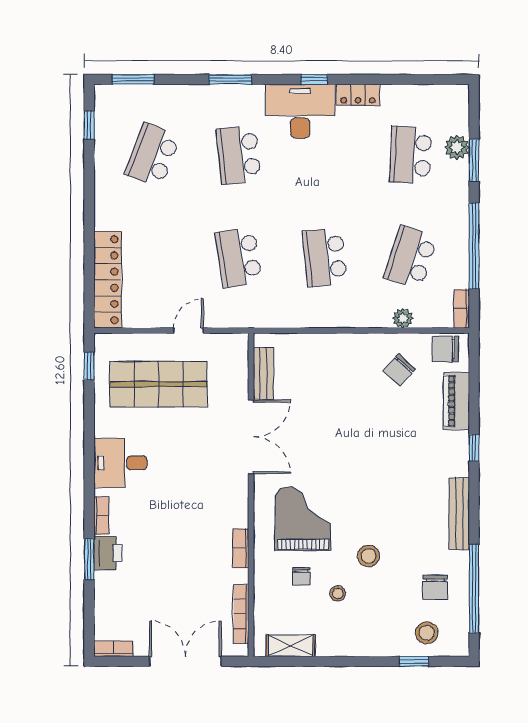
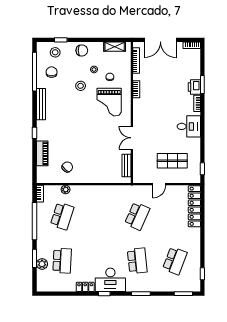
school desk: (239, 257) -> (137, 216), turned 33
school desk: (325, 257) -> (100, 216), removed
chair: (445, 349) -> (82, 50), moved
shop shelf: (158, 384) -> (172, 161), width x0.70, depth x0.74
double door: (251, 437) -> (132, 138), width x0.73

